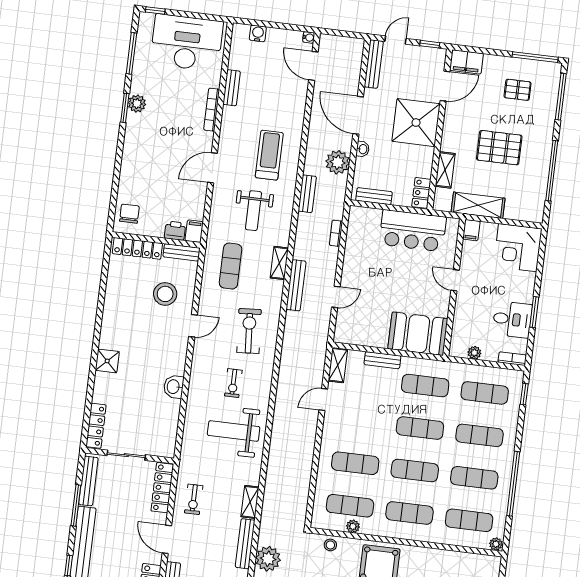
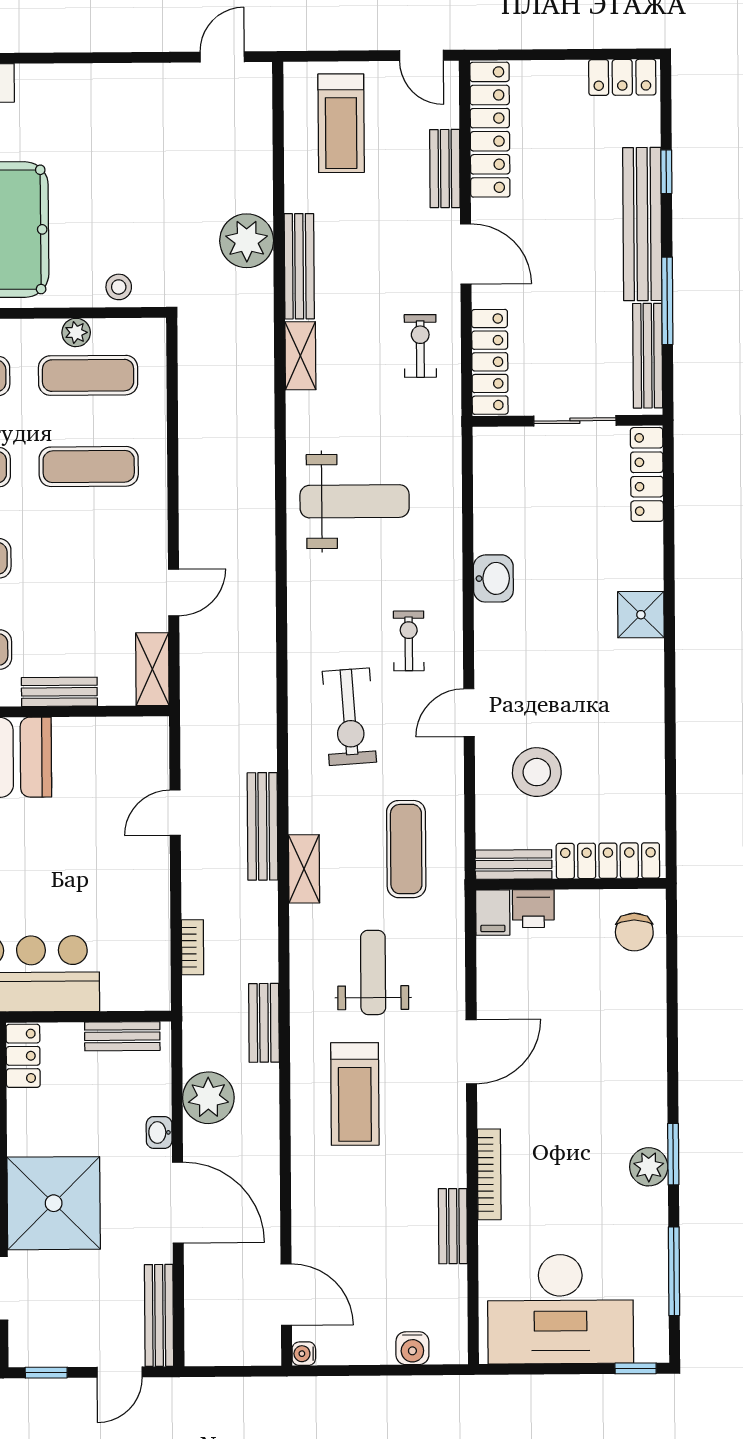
exercise bike: (233, 383) -> (409, 641), moved

